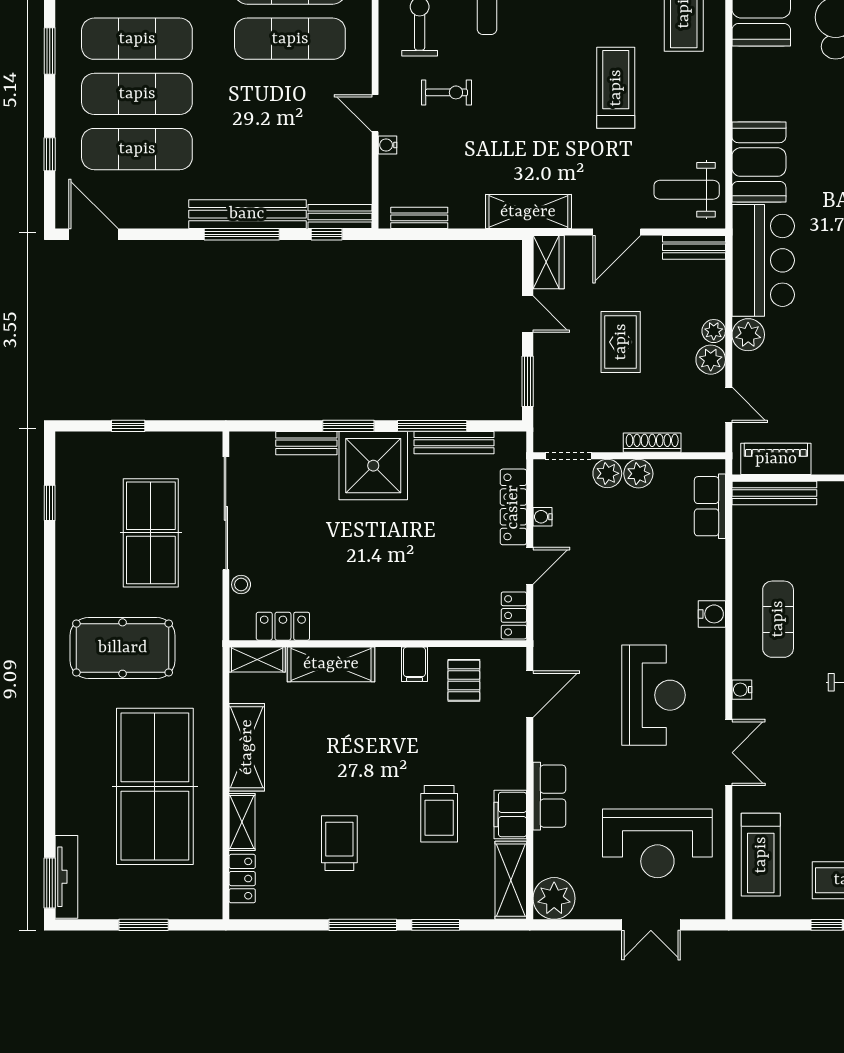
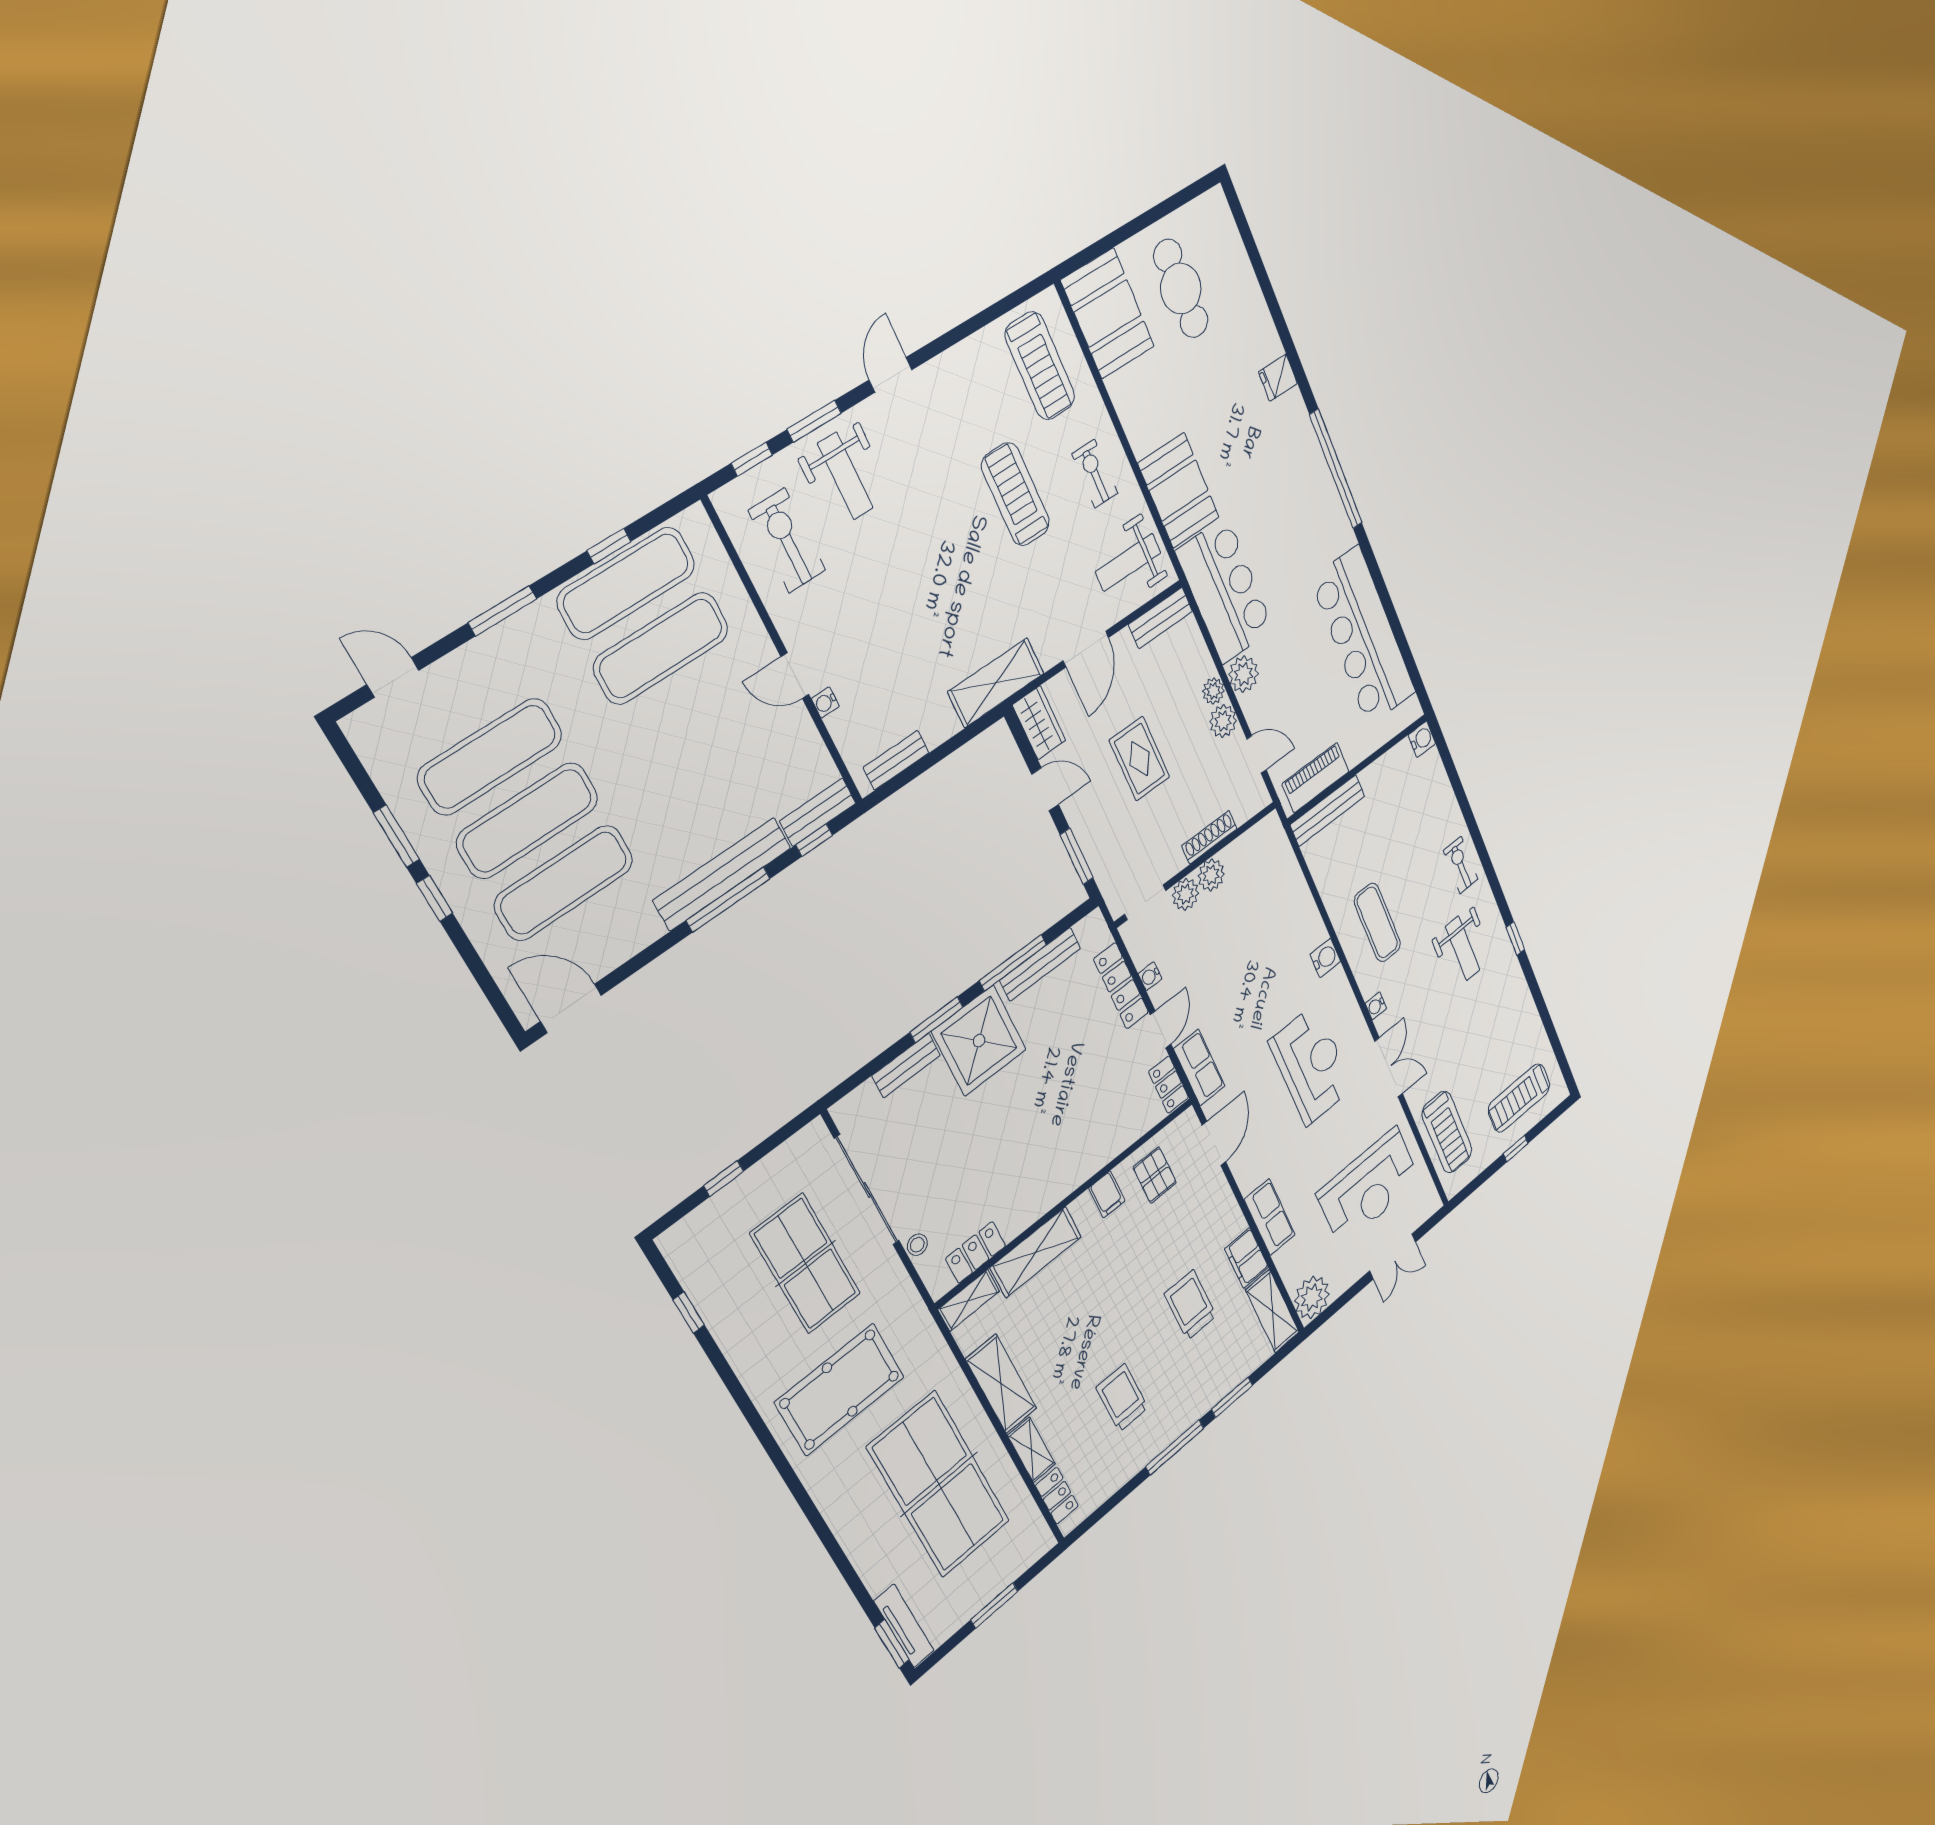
exercise bike: (446, 92) -> (1095, 474), moved, turned -90
window: (50, 154) -> (435, 898), moved
row of seats: (710, 506) -> (1199, 1068), moved, turned 180
trolley: (439, 814) -> (1190, 1305), turned 180

